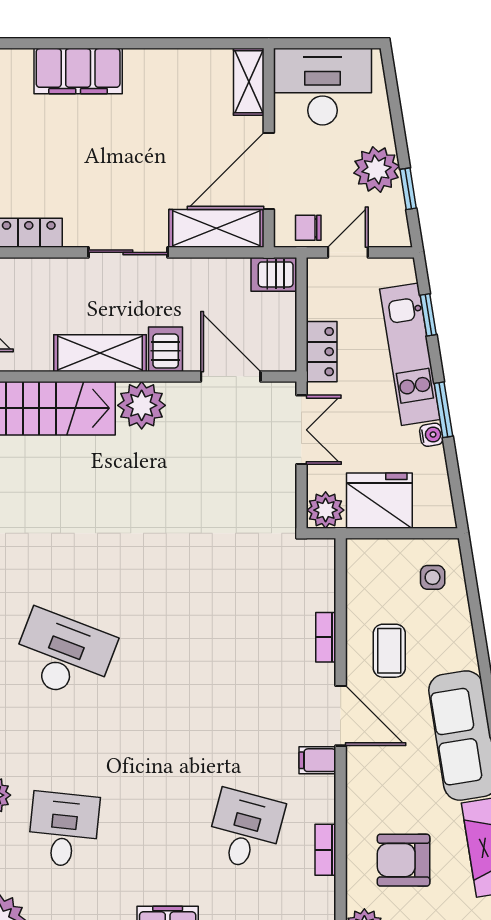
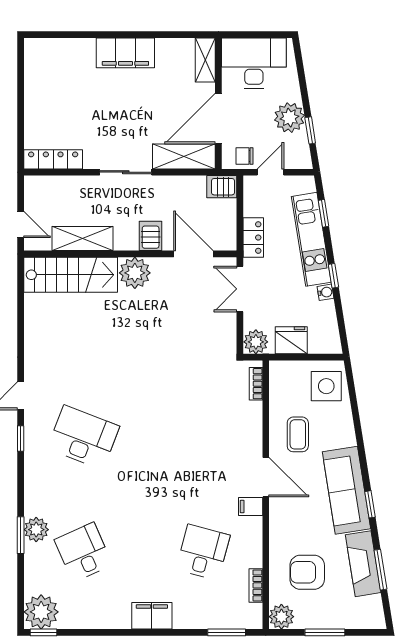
filing cabinet: (78, 71) -> (125, 53), moved
shelving: (100, 353) -> (83, 239), moved
window: (443, 410) -> (333, 276), width x0.67
double door: (301, 430) -> (240, 289), swing flipped
fridge: (379, 501) -> (291, 340), width x0.73, depth x0.75
side table: (433, 577) -> (326, 386), width x1.87, depth x1.87
bookcase: (326, 637) -> (256, 384), moved
desk: (64, 830) -> (83, 552), turned -30
bookcase: (325, 850) -> (256, 585), moved

